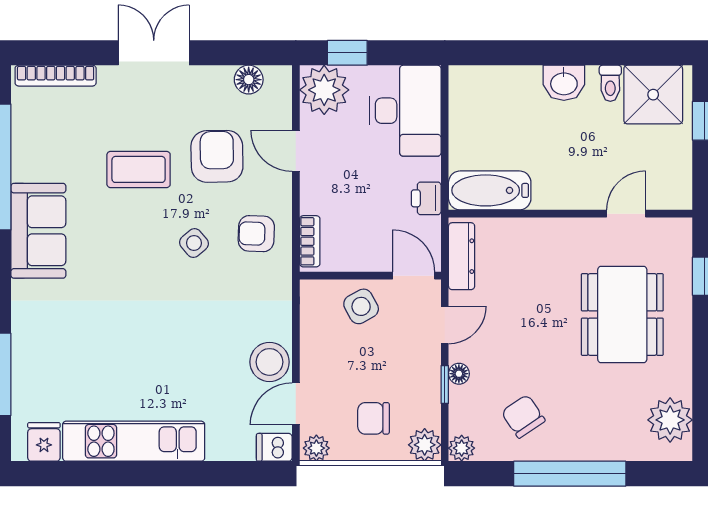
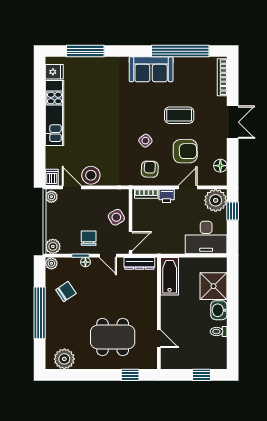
shower: (653, 95) -> (213, 286), moved
coffee table: (139, 169) -> (179, 115), turned 90
printer: (426, 198) -> (167, 196), moved, turned 180
chair: (373, 418) -> (89, 238), moved

